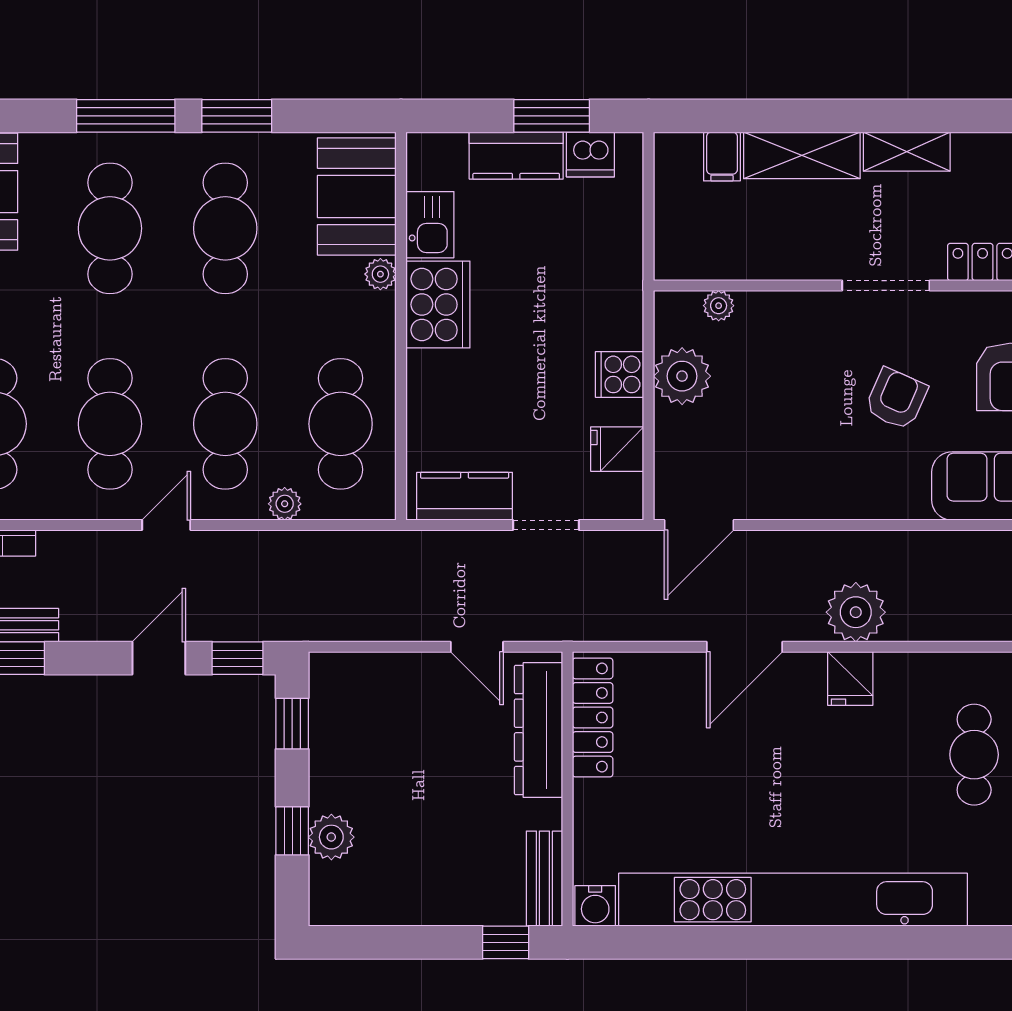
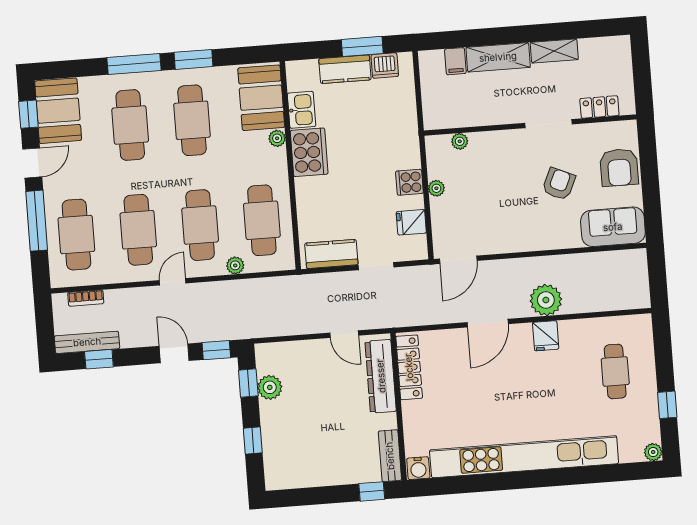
plant: (682, 376) -> (436, 188), width x0.53, depth x0.53
door: (159, 658) -> (174, 353), hinge flipped
plant: (331, 837) -> (270, 387), moved

